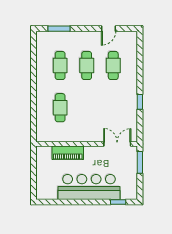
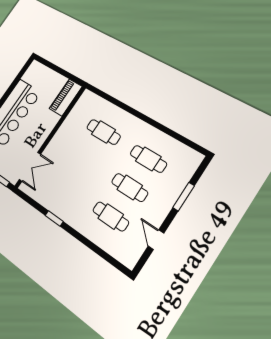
window: (59, 29) -> (184, 197), moved
piano: (68, 153) -> (66, 98), moved

